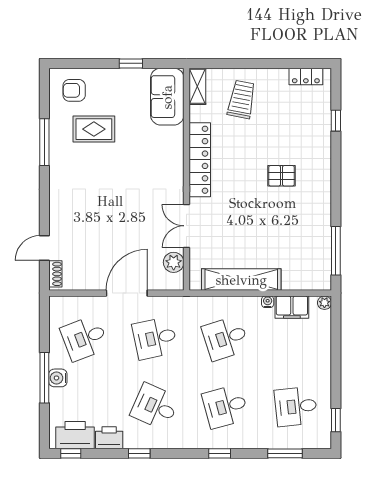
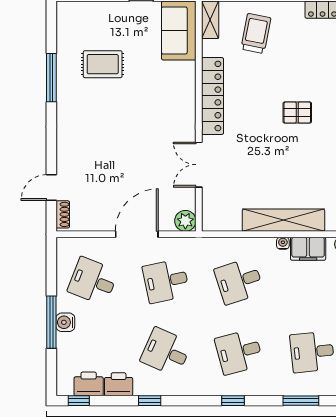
armchair: (74, 90) -> (82, 24), removed
plant: (174, 262) -> (185, 221), moved
shelving: (241, 280) -> (283, 220), moved
desk: (84, 338) -> (93, 281), turned 42
printer: (75, 435) -> (89, 384), width x0.73, depth x0.84

